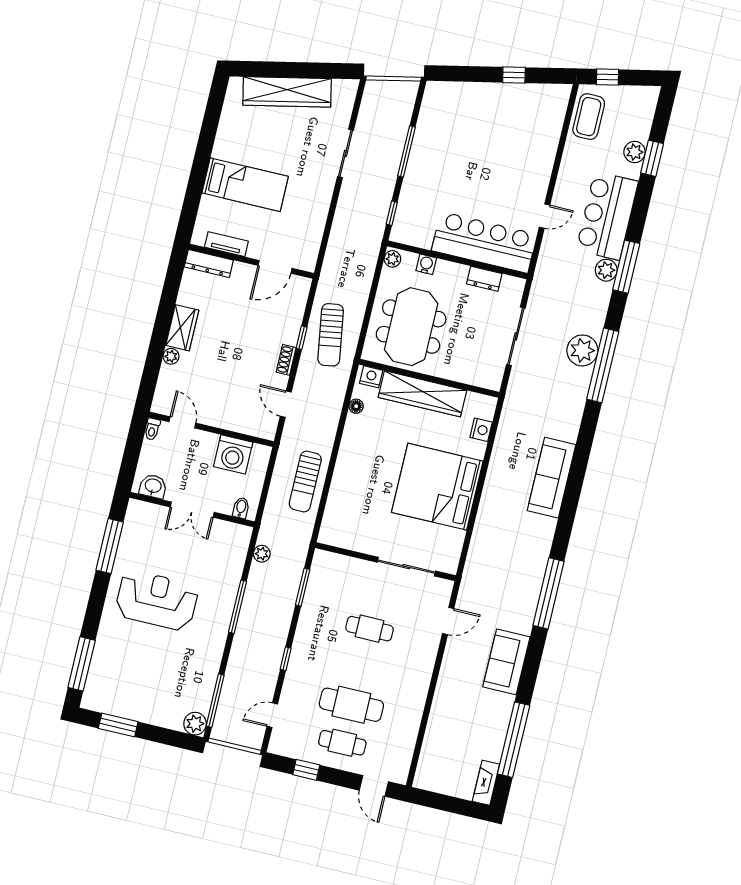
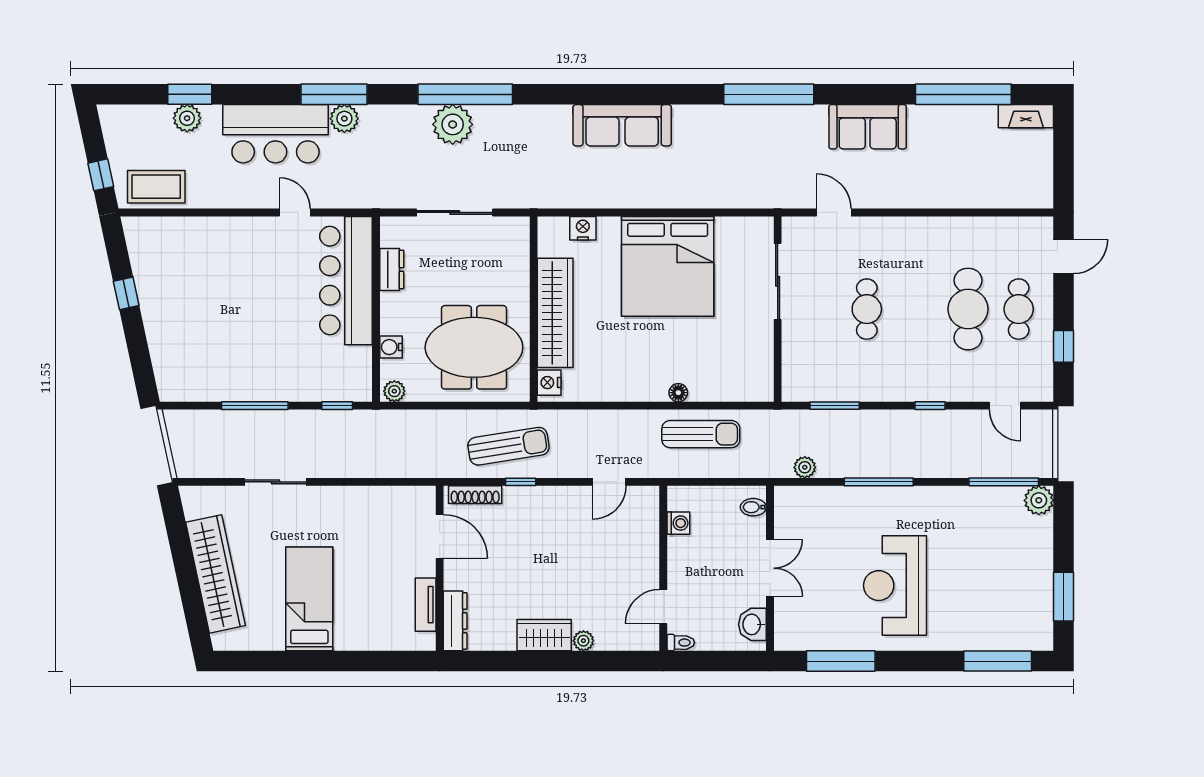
bed: (245, 185) -> (309, 599), moved
shoe rack: (286, 360) -> (475, 495), moved, width x1.43
floor lamp: (356, 406) -> (678, 393), moved
washing machine: (233, 454) -> (678, 523), width x0.53, depth x0.53

